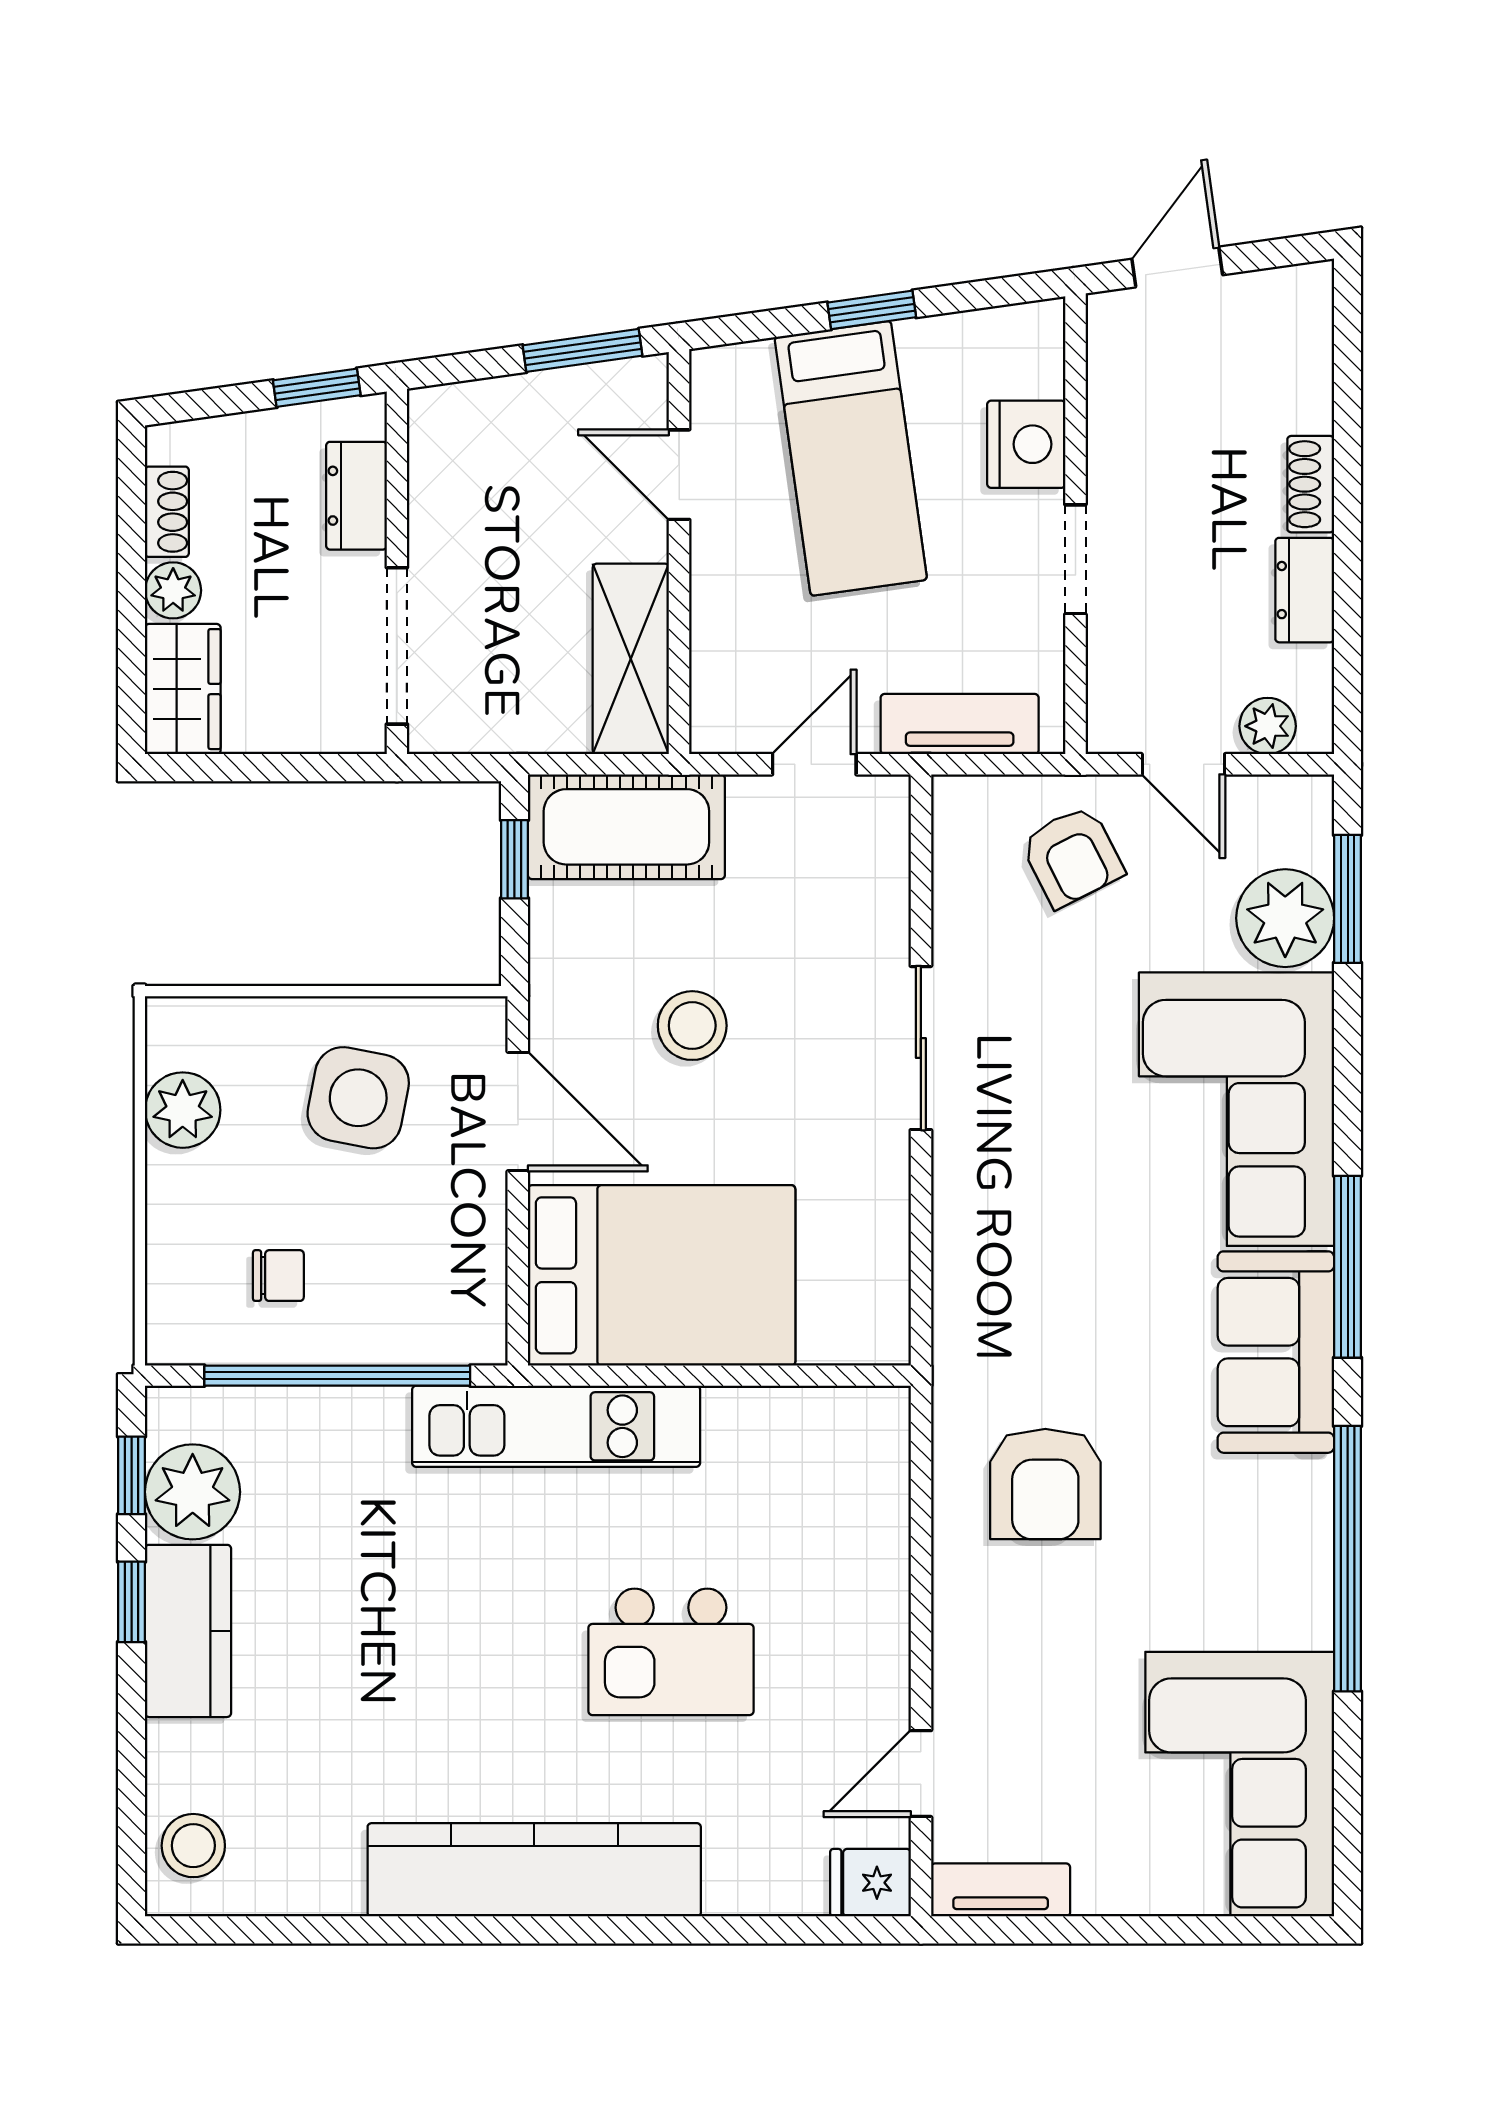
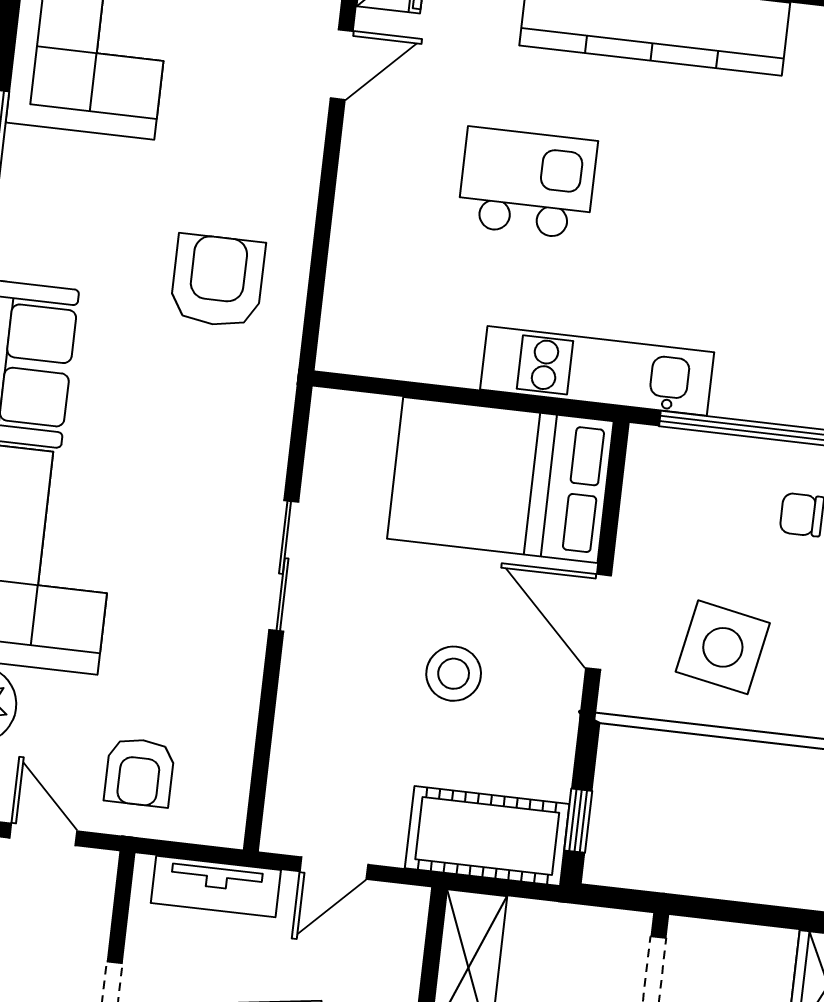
armchair: (1072, 856) -> (139, 772), turned -153
sliding door: (921, 1048) -> (284, 566), moved

